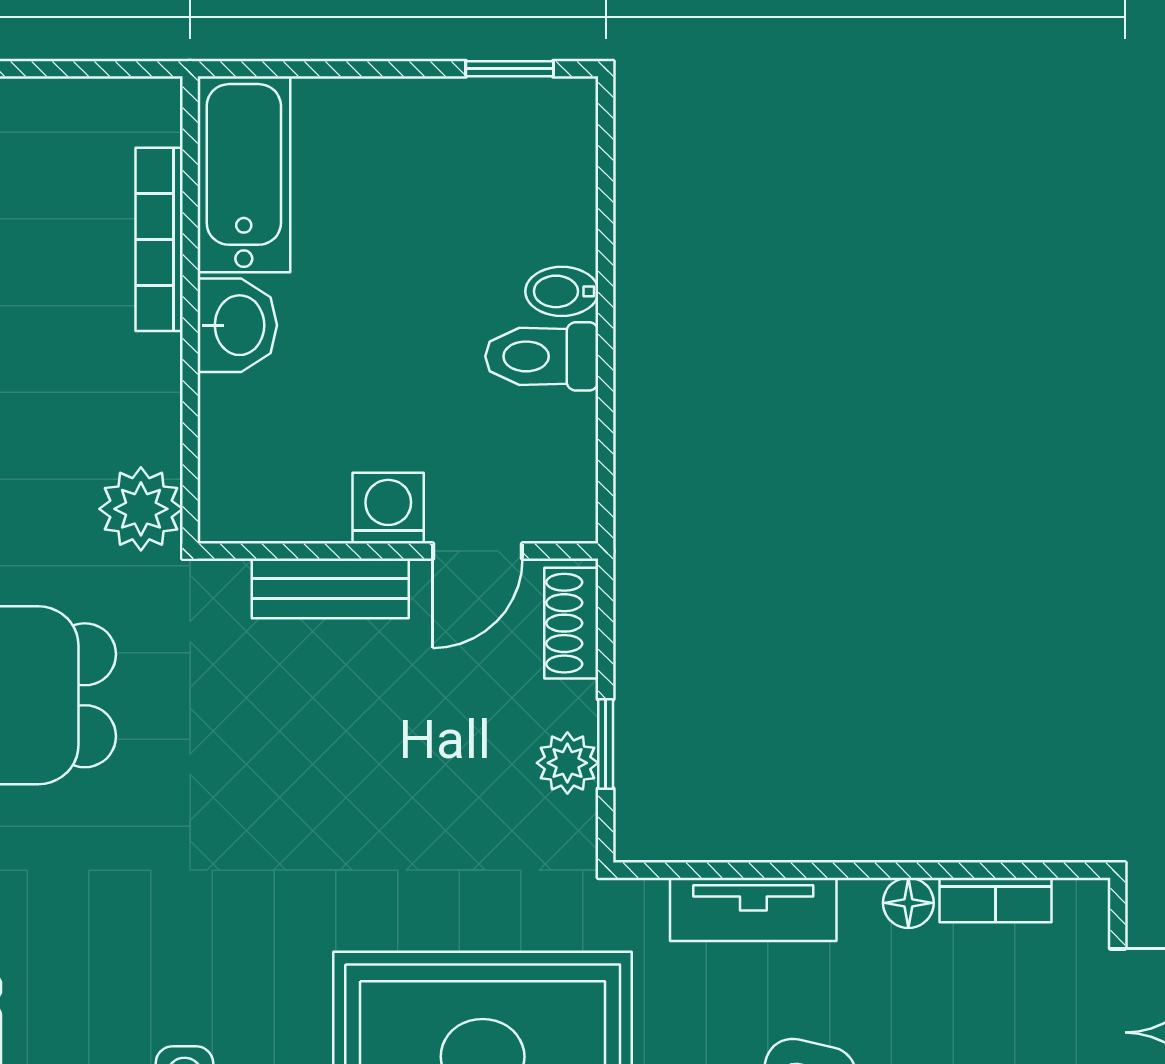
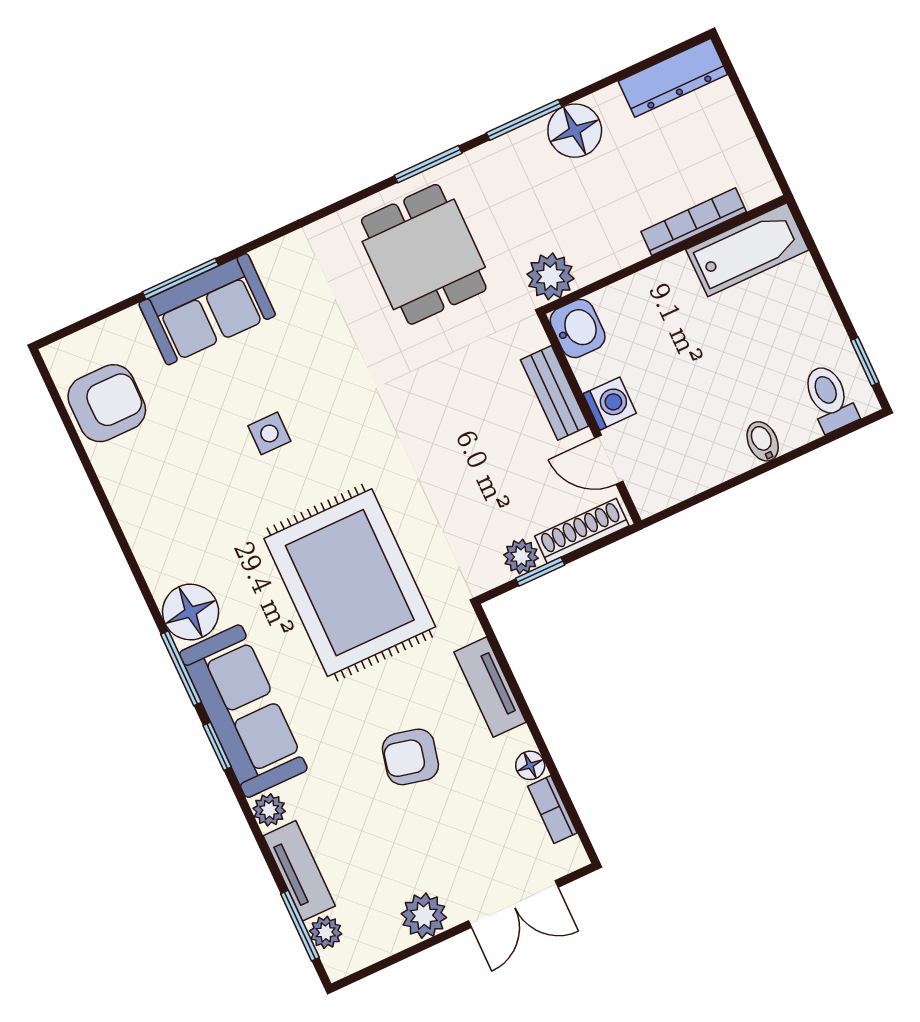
washbasin: (237, 325) -> (578, 329), moved, turned -90
toilet: (542, 356) -> (829, 398), moved
shoe rack: (571, 623) -> (582, 531), width x1.43

